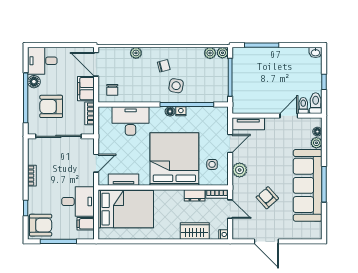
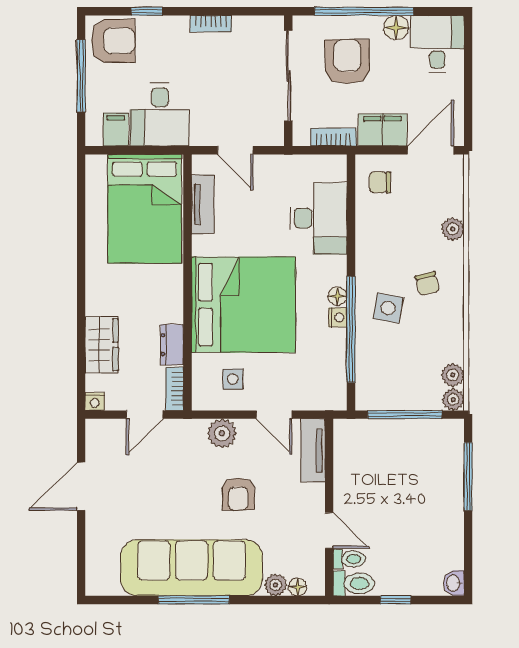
armchair: (267, 198) -> (238, 494), moved, turned 132
armchair: (41, 225) -> (113, 41), turned -90

